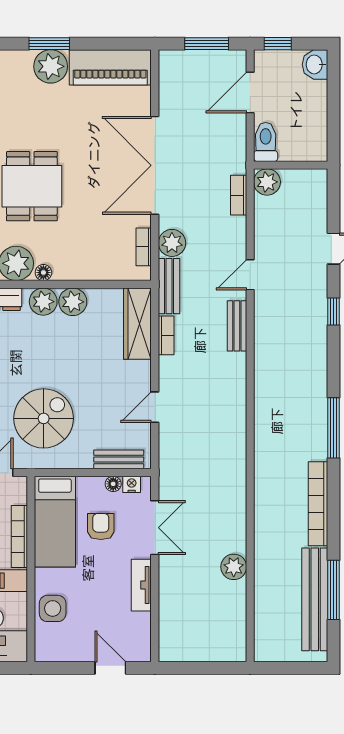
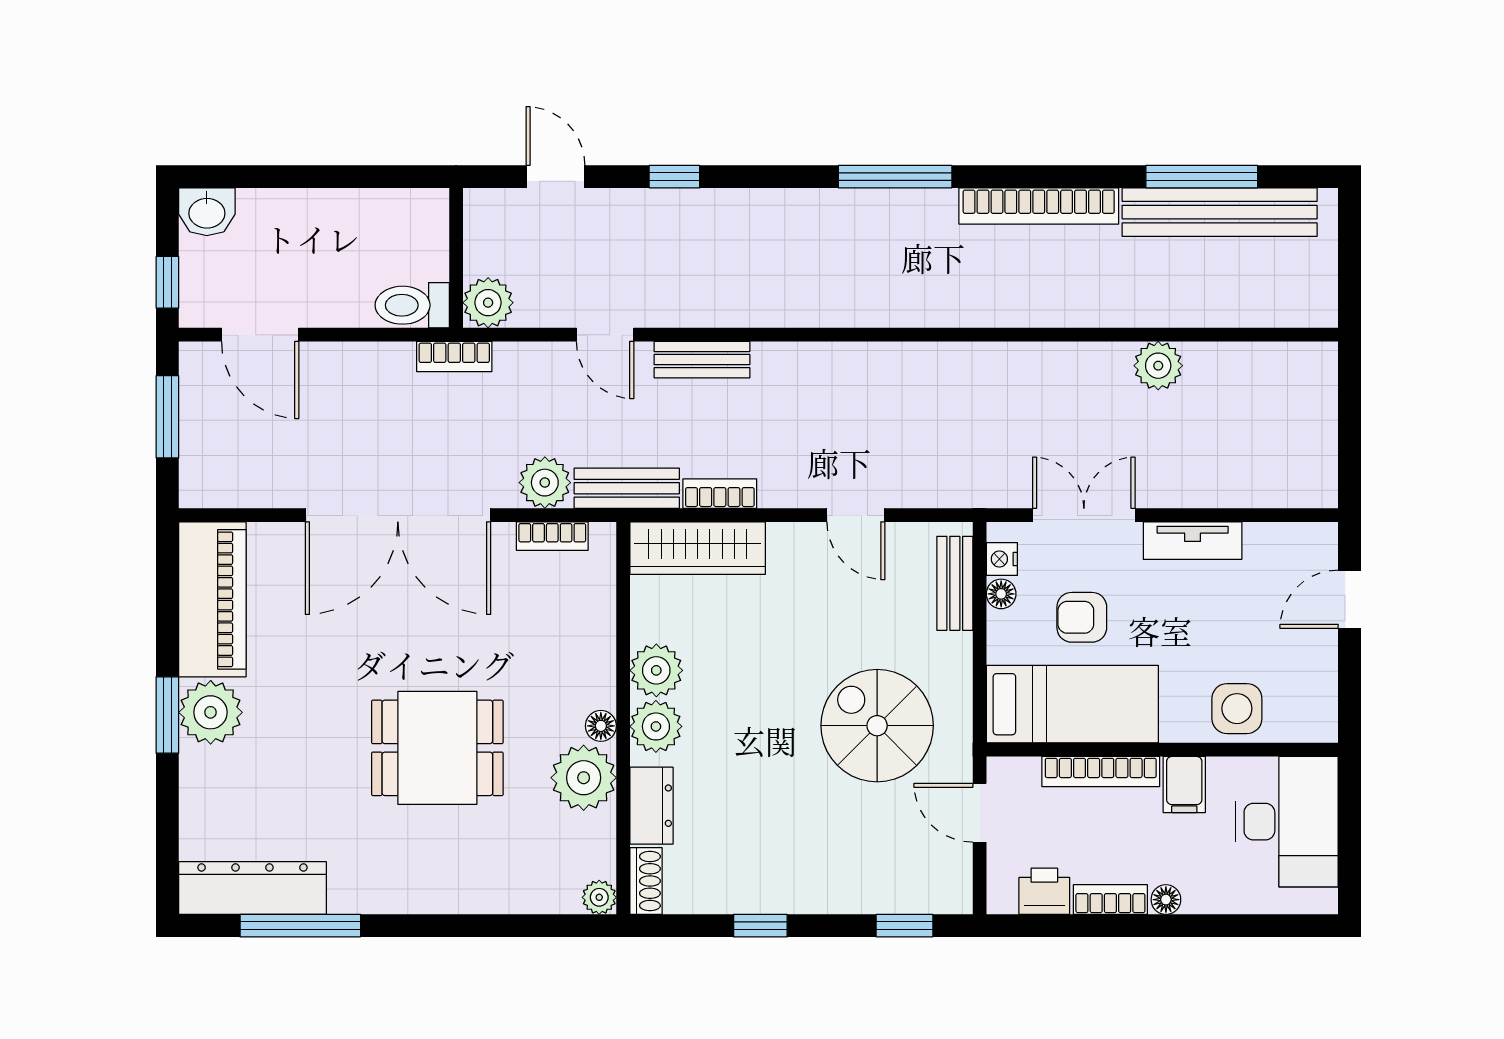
toilet: (266, 142) -> (412, 305), moved
wall: (291, 165) -> (456, 258), moved
plant: (267, 182) -> (488, 303), moved

